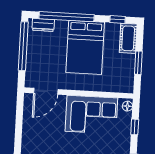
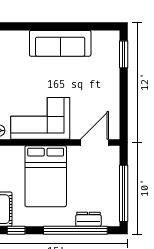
dresser: (43, 25) -> (88, 219), moved
bed: (85, 47) -> (46, 176), moved, turned 180

